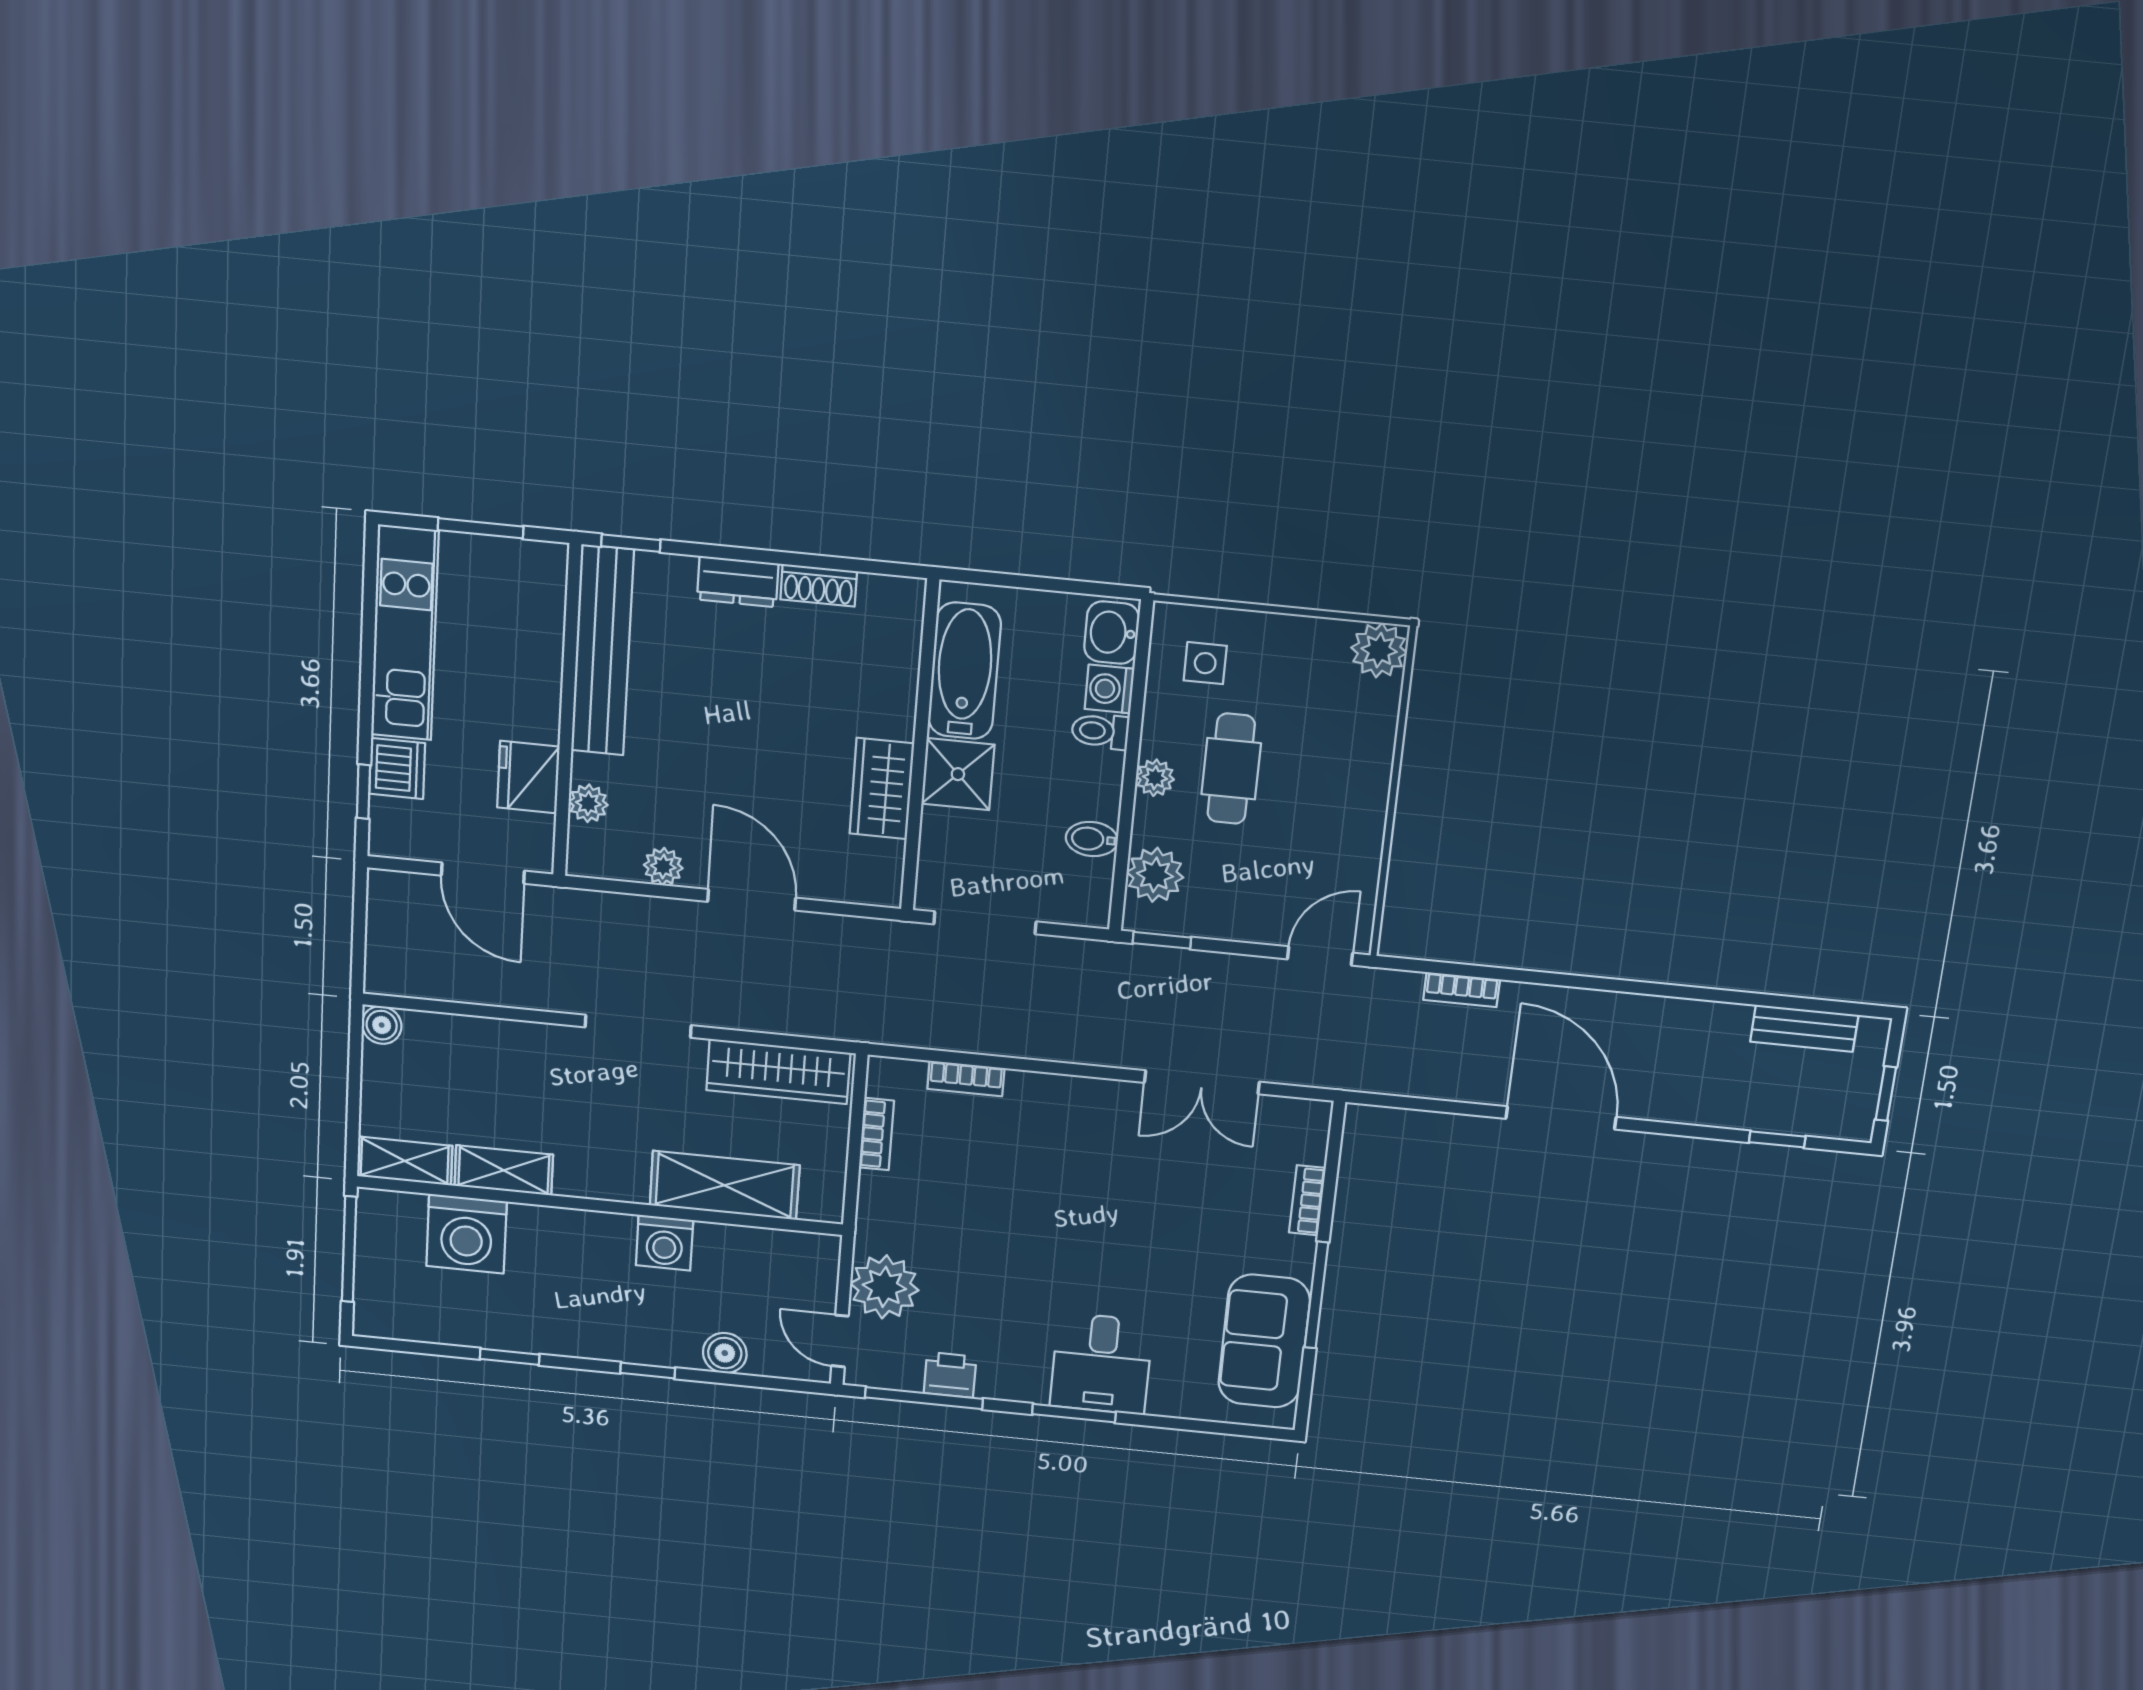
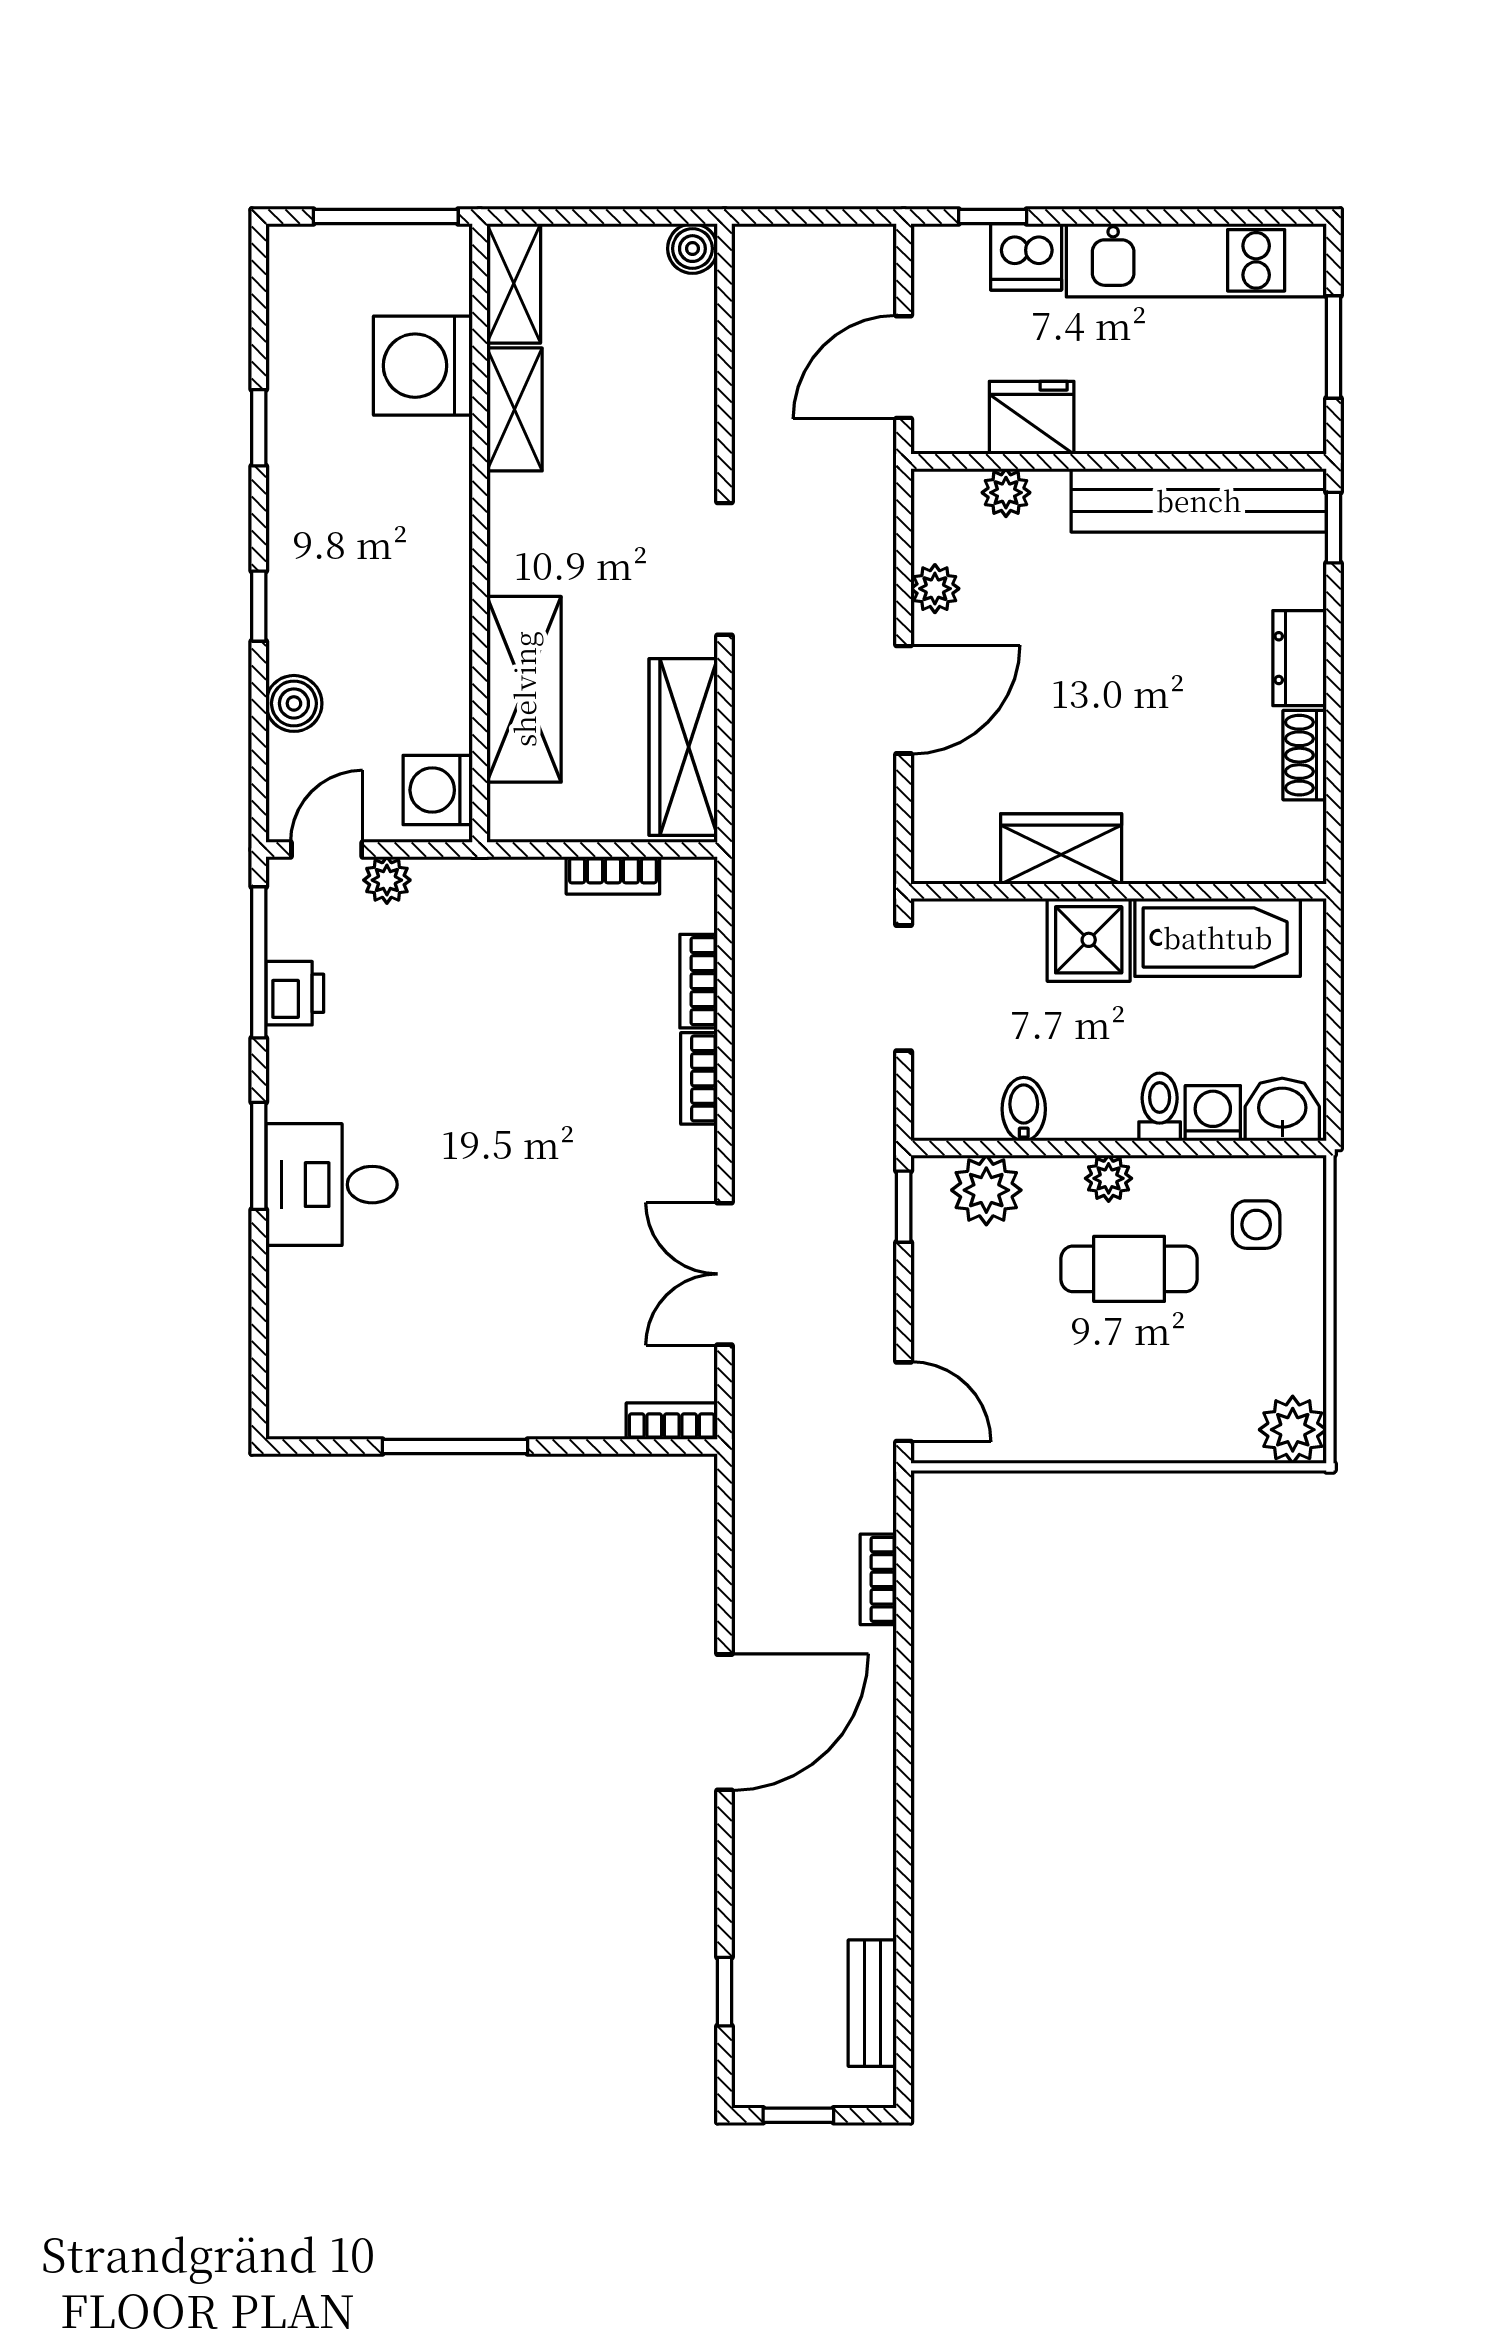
bookcase: (1044, 1086) -> (699, 1078), added
bookcase: (1307, 1200) -> (672, 1421), moved
washing machine: (664, 1243) -> (438, 790), moved
plant: (884, 1287) -> (387, 880), width x0.53, depth x0.53
sofa: (1264, 1341) -> (385, 1387), removed

